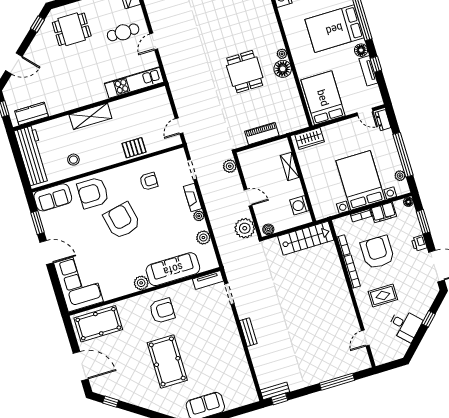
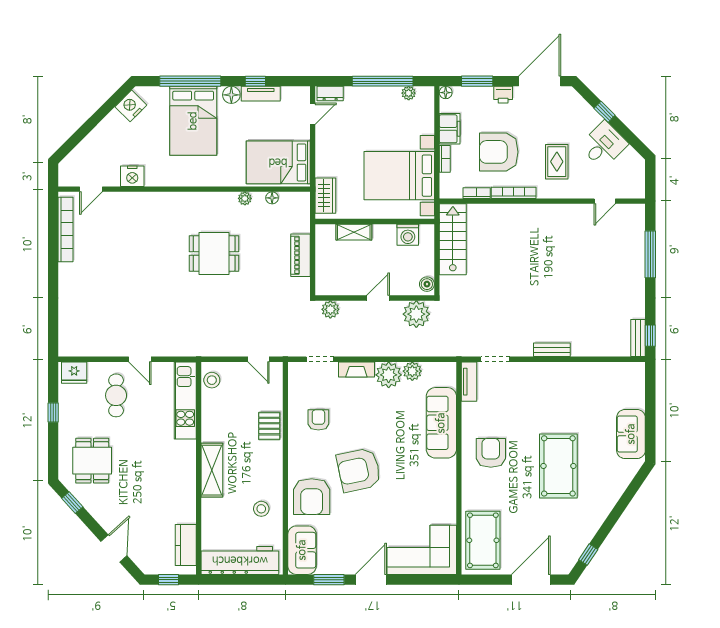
plant: (282, 54) -> (245, 198), moved
floor lamp: (283, 69) -> (272, 198), moved, width x0.53, depth x0.53
stool: (154, 97) -> (212, 380), added
bed with nightstands: (361, 180) -> (399, 176), moved
plant: (199, 216) -> (389, 375), width x1.87, depth x1.87
plant: (141, 283) -> (447, 469), removed
door: (365, 338) -> (605, 201), hinge flipped
pool table: (167, 361) -> (558, 466), turned 90

